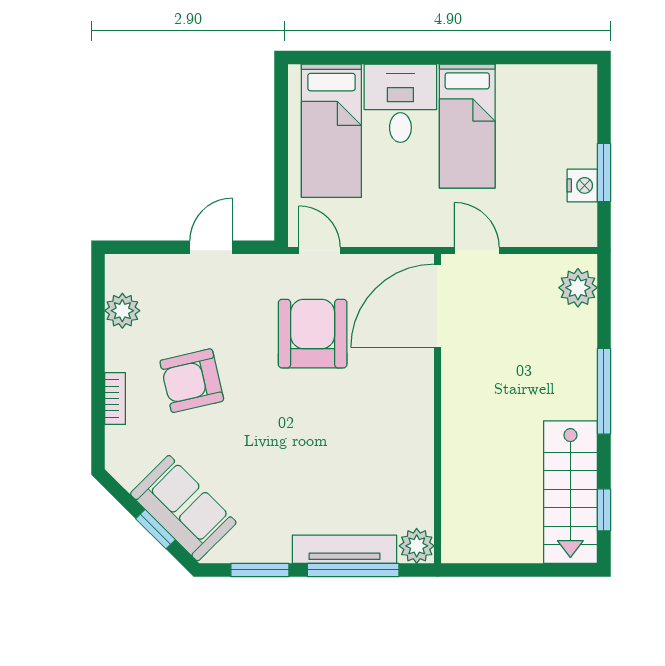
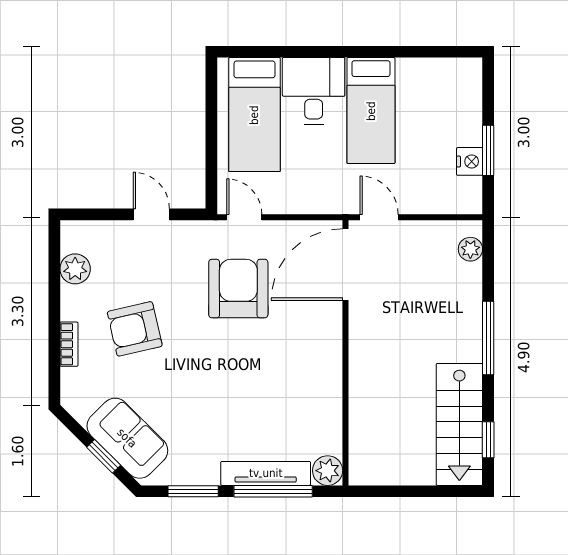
door: (211, 247) -> (151, 214), hinge flipped
plant: (578, 288) -> (470, 249), width x0.73, depth x0.73

